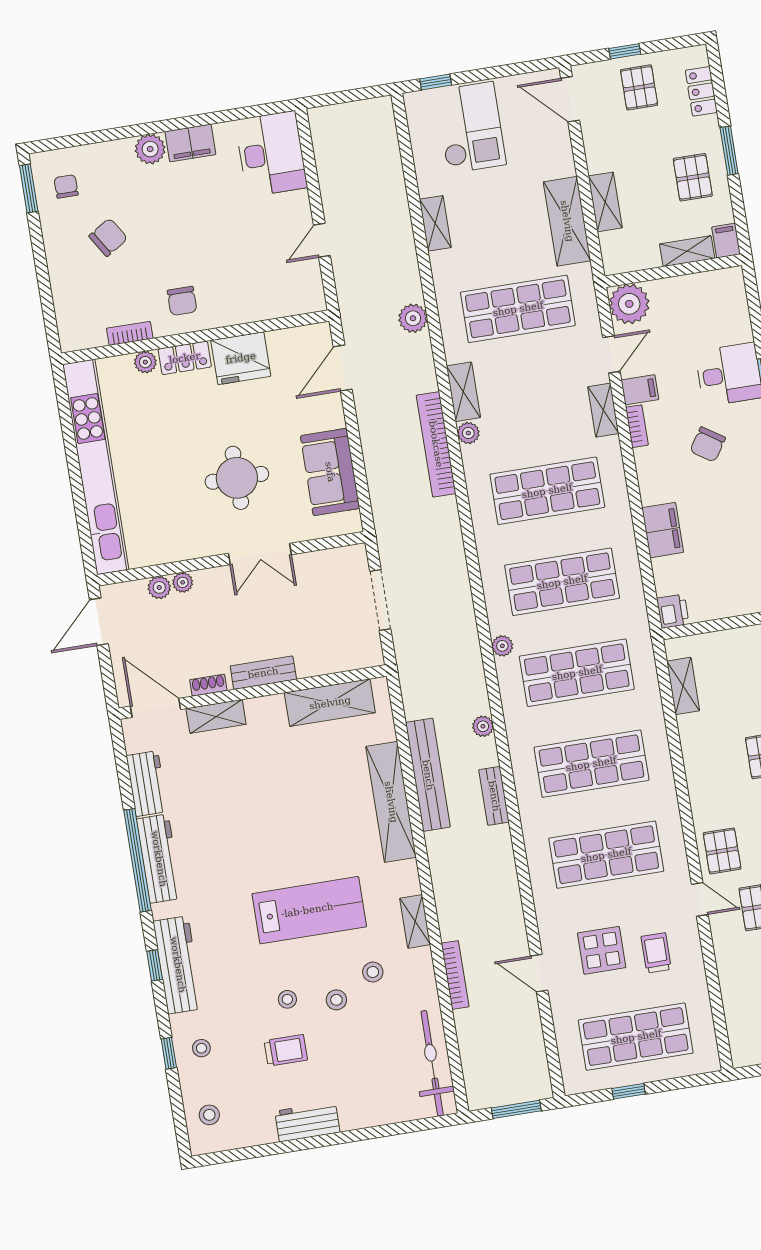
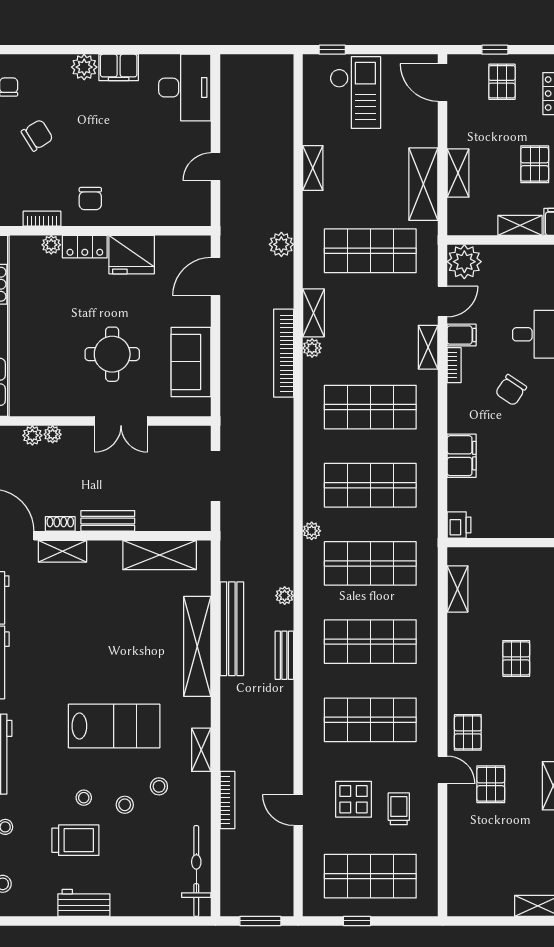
trolley: (286, 1050) -> (75, 840), width x1.36, depth x1.39

